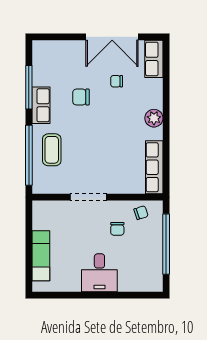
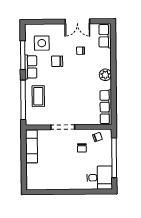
double door: (112, 37) -> (77, 21), width x0.73
side table: (58, 69) -> (42, 43), added
exam couch: (41, 256) -> (31, 146), moved
desk: (99, 273) -> (100, 178), moved, turned -90

